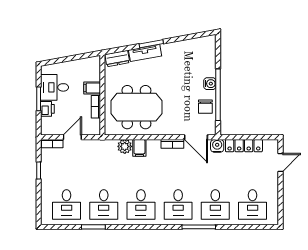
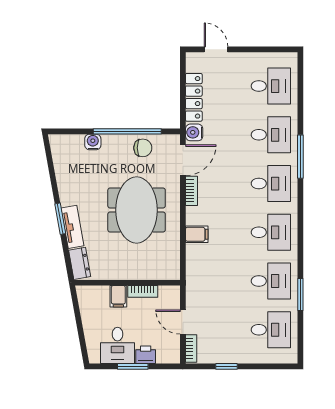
water cooler: (210, 84) -> (93, 142), moved
meeting table: (136, 107) -> (137, 210), moved
plant: (125, 146) -> (195, 254), removed

